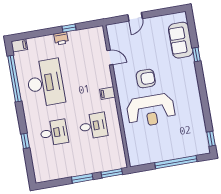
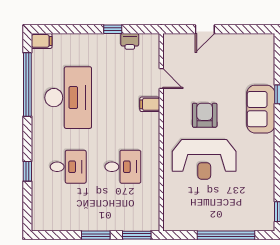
printer: (61, 38) -> (130, 41), moved
sofa: (181, 40) -> (261, 109), moved
armchair: (146, 79) -> (205, 115), turned -90
filing cabinet: (108, 93) -> (150, 104), moved

